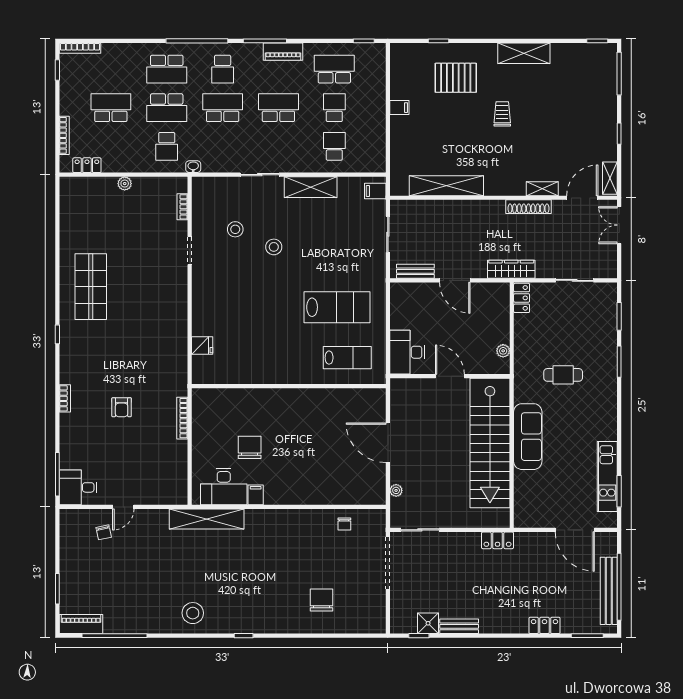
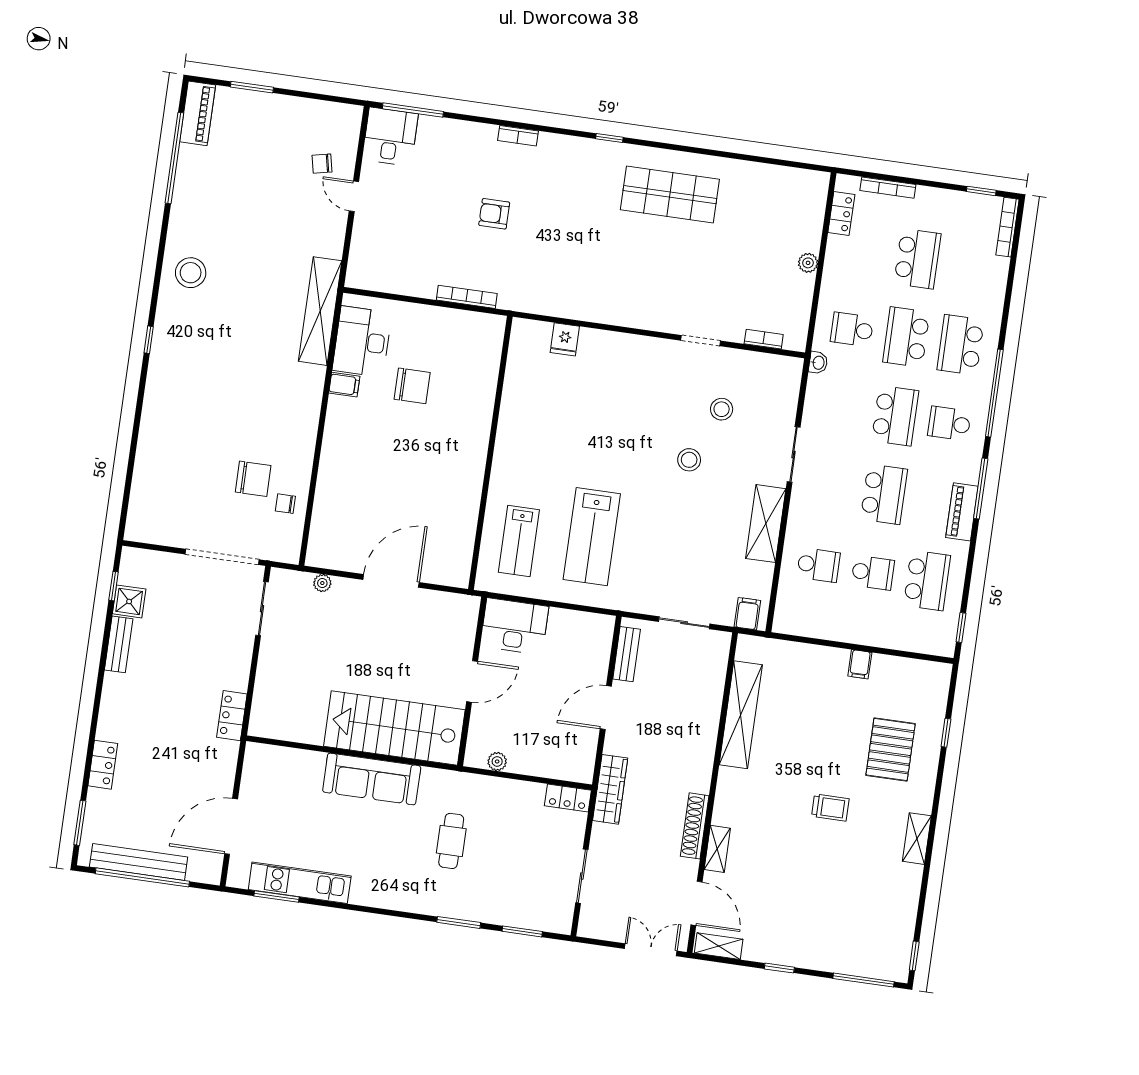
shelving: (524, 53) -> (917, 839), width x0.67, depth x0.75
stairs: (490, 443) -> (394, 728), width x0.73
chair: (321, 600) -> (253, 479), moved

